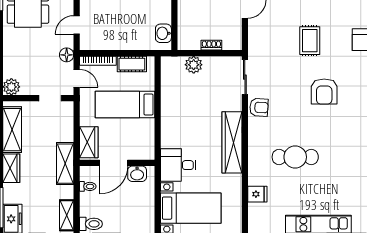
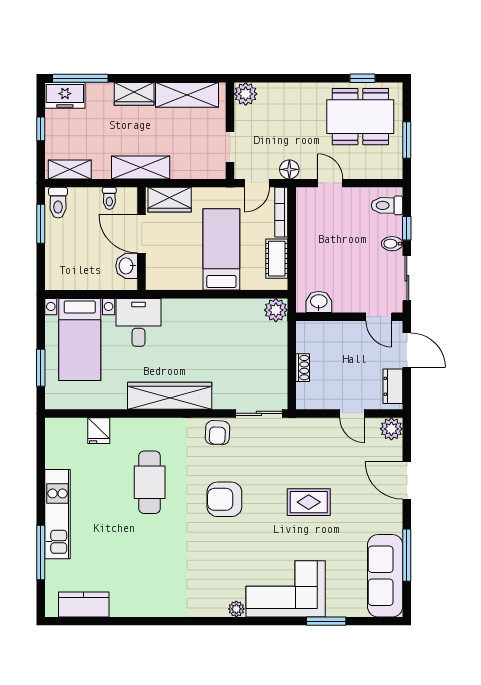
plant: (194, 65) -> (276, 310), moved
armchair: (324, 92) -> (224, 499), moved

